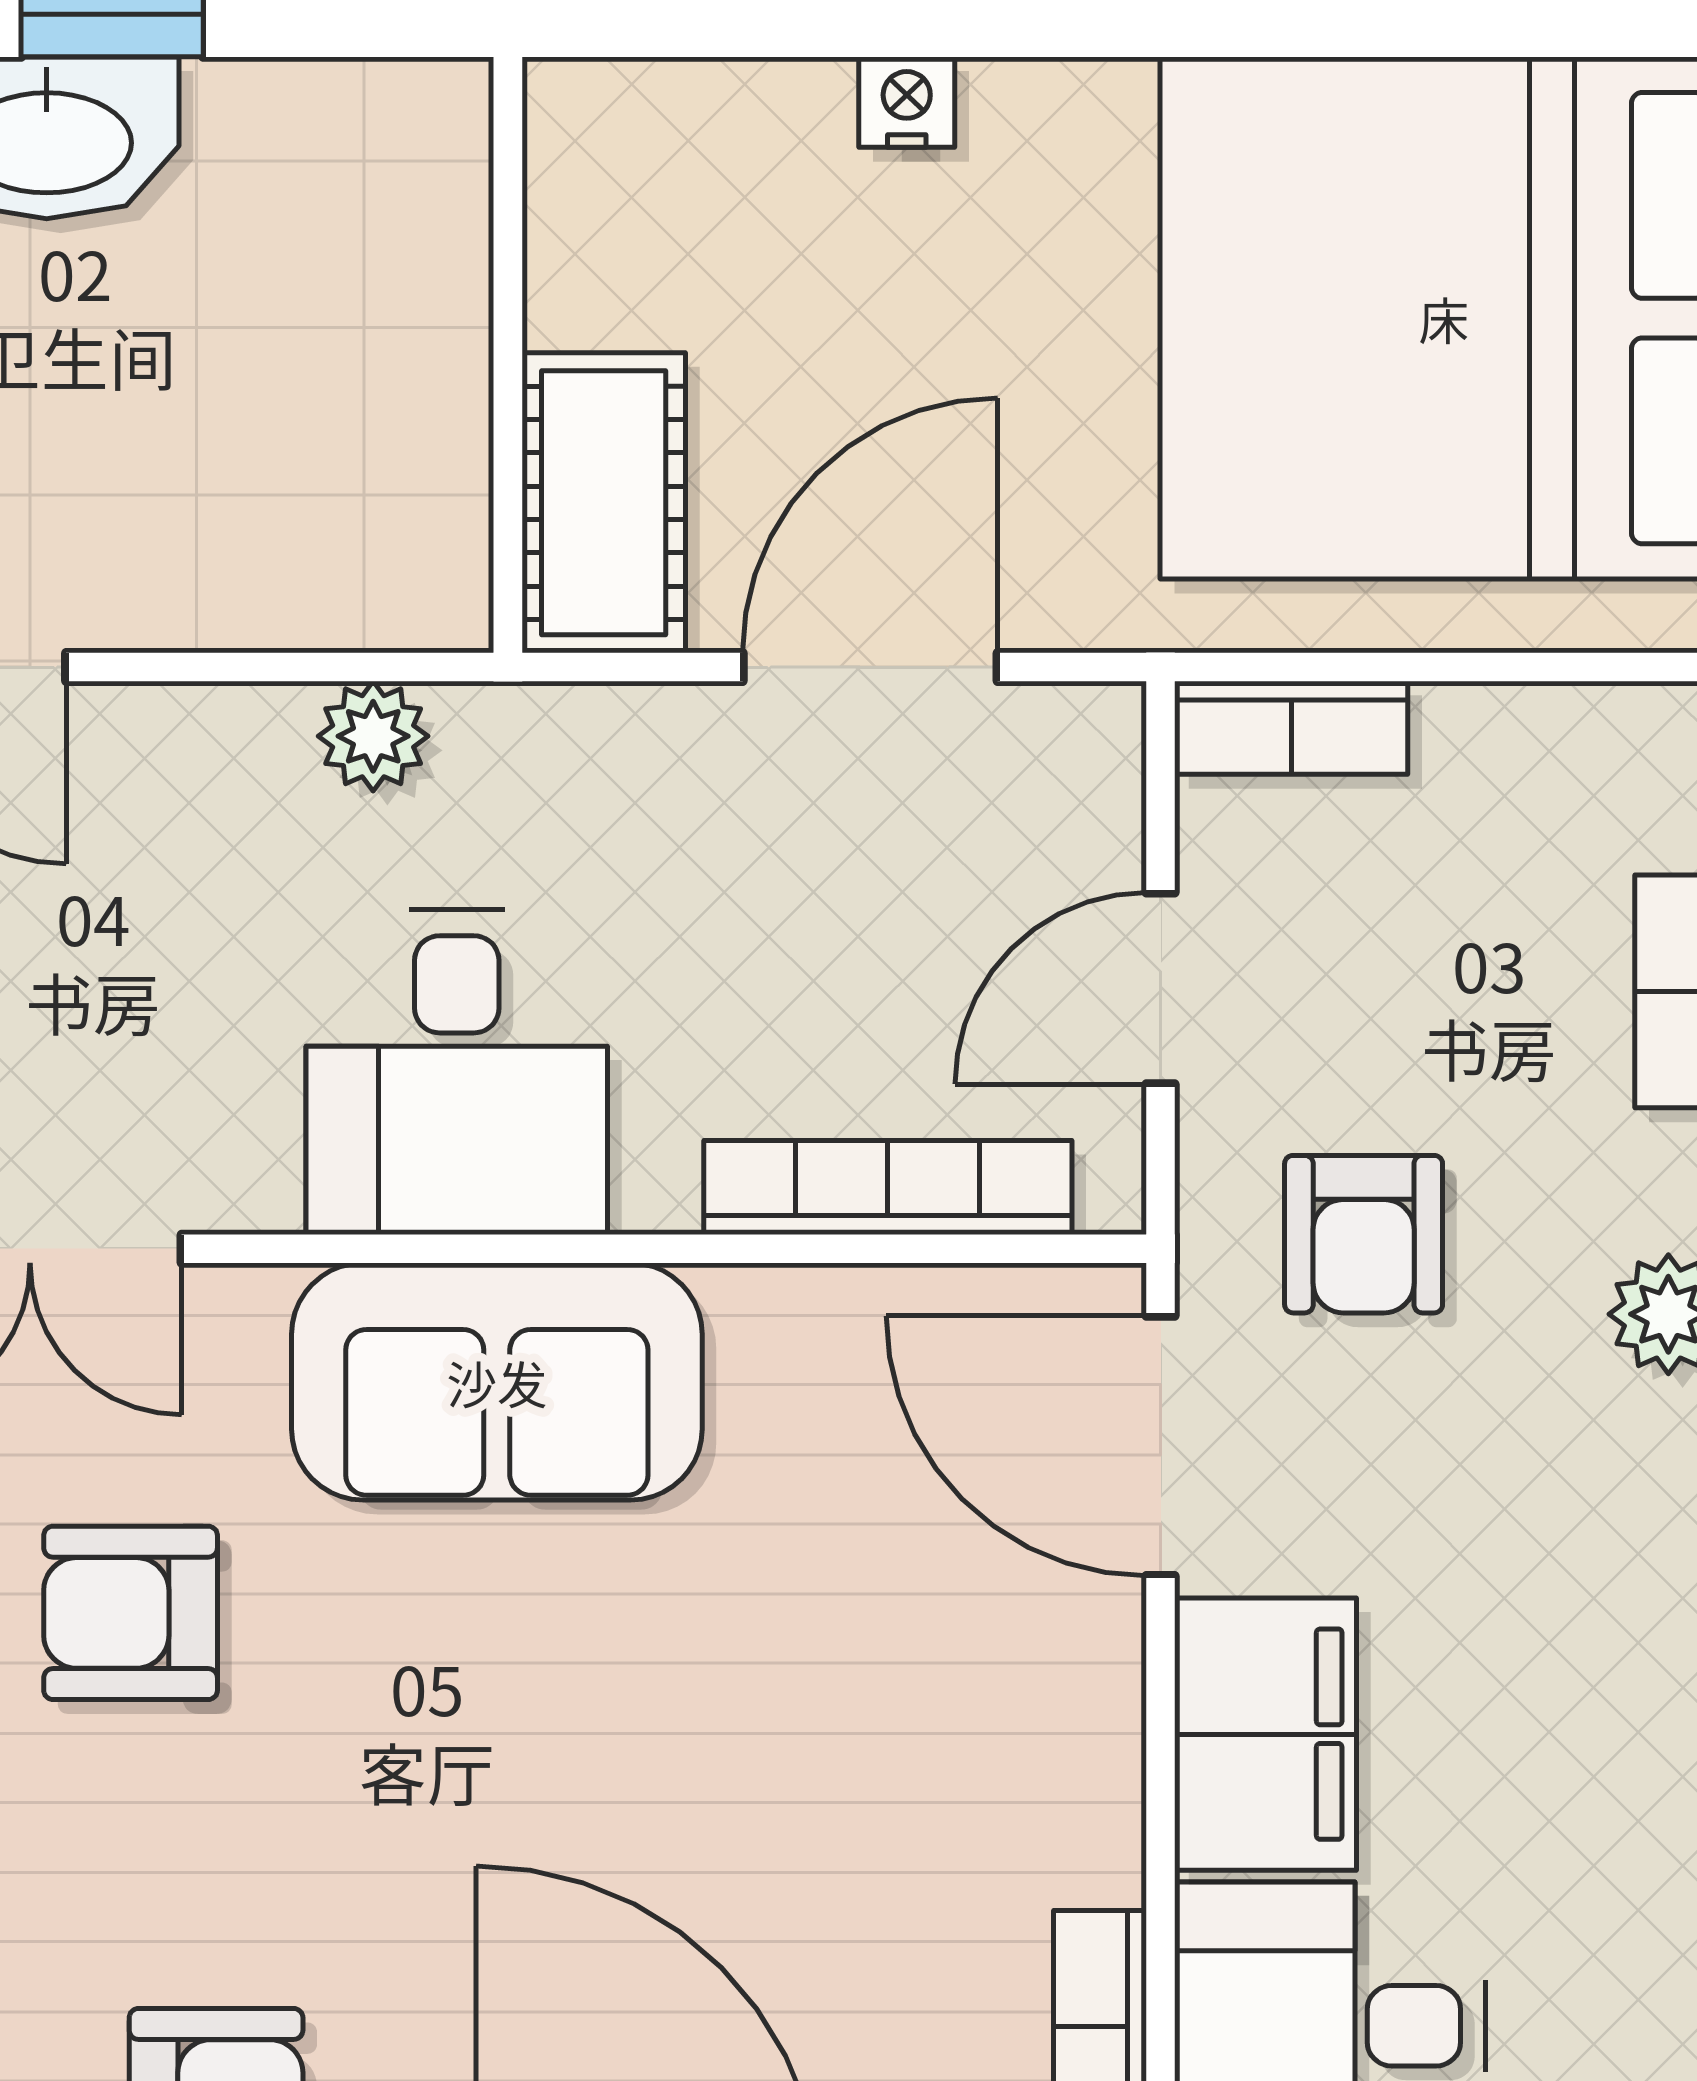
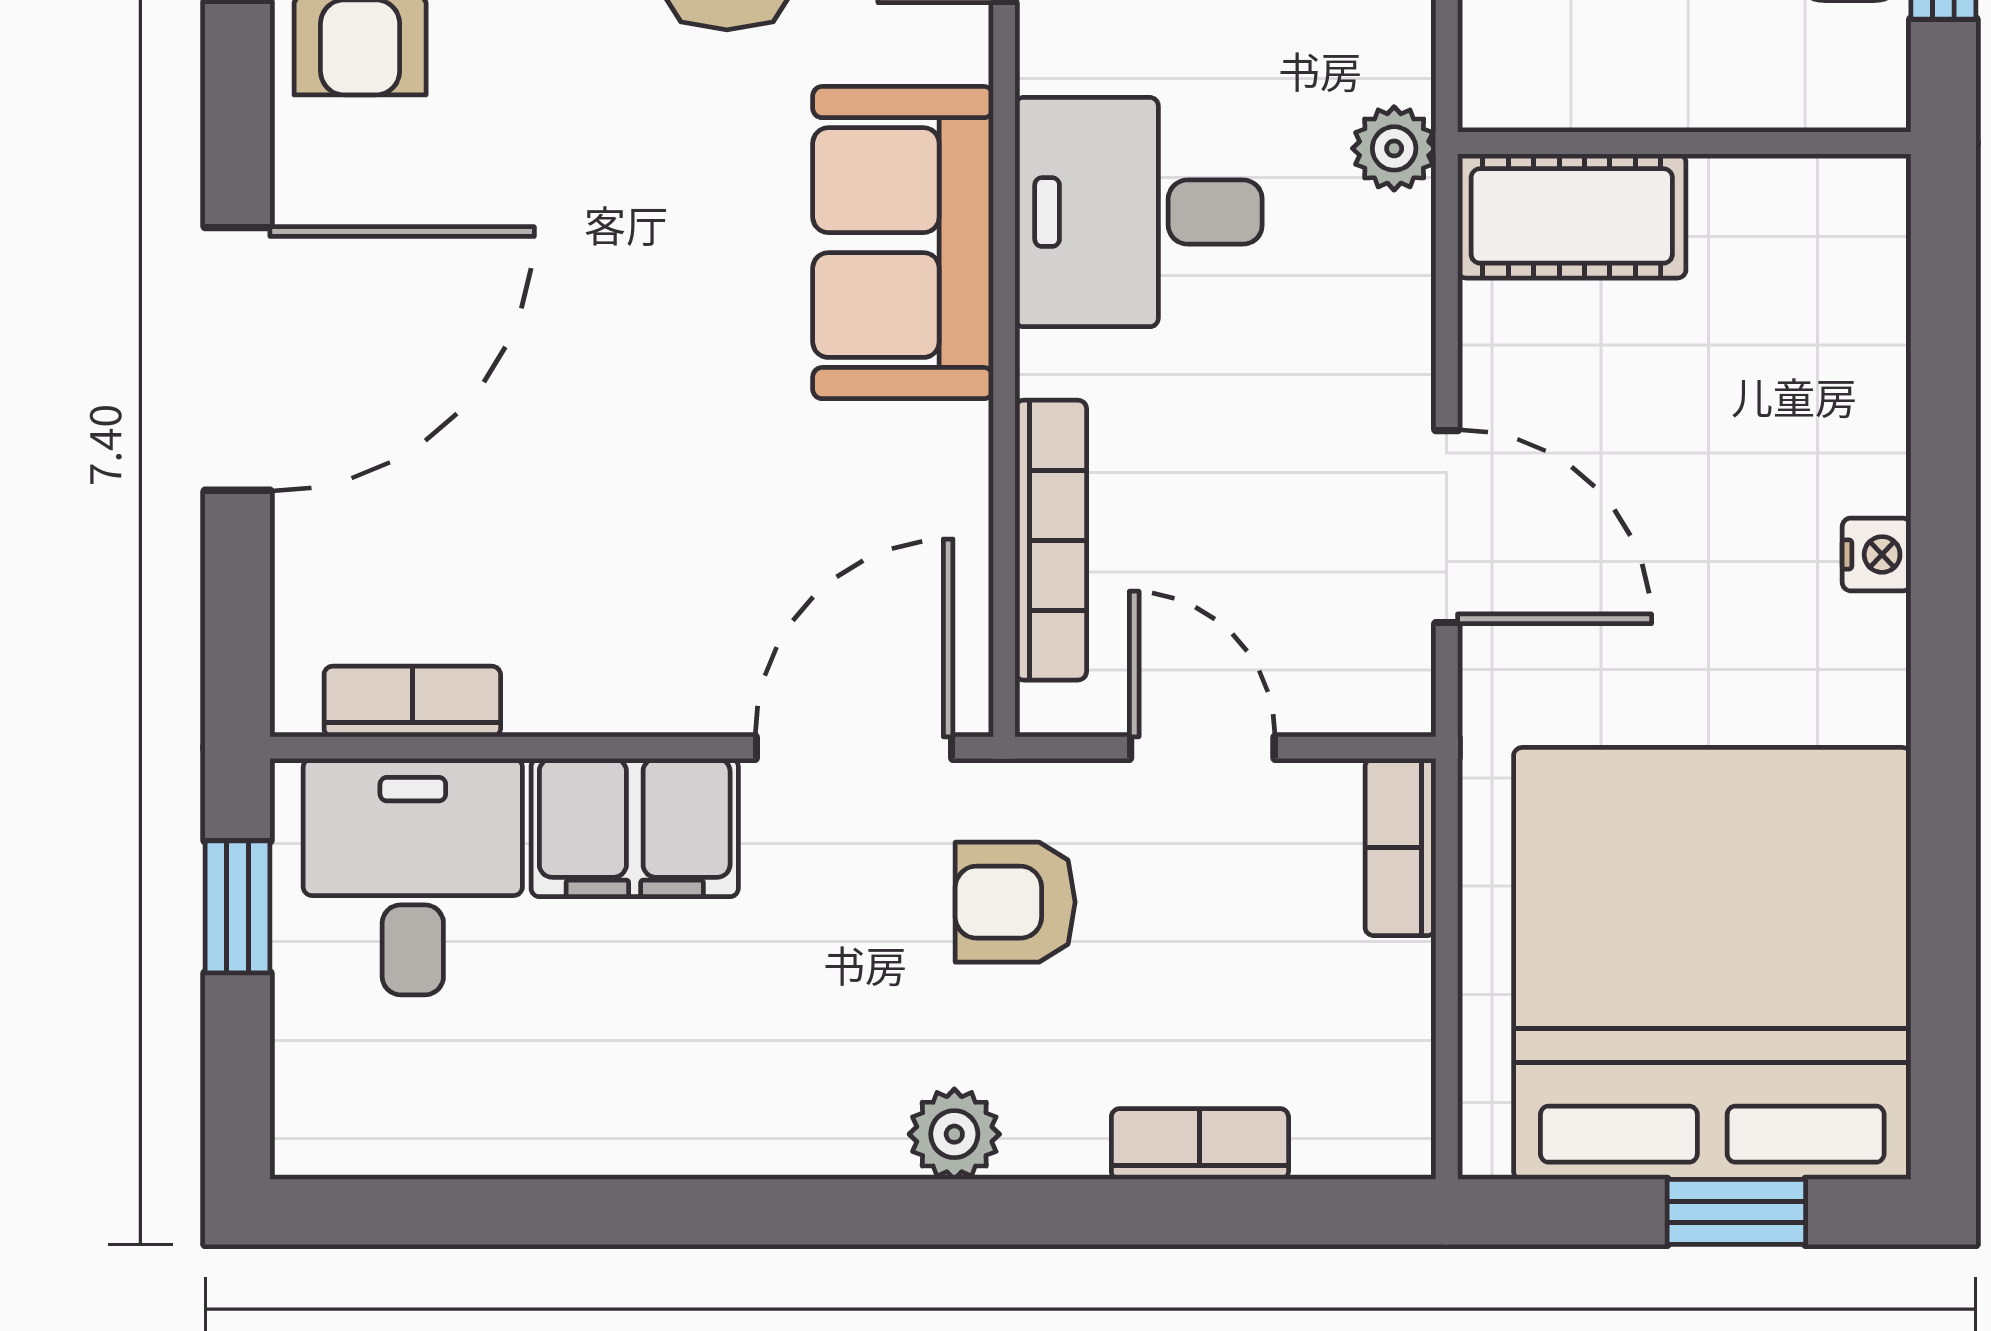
wall: (508, 355) -> (1684, 143), moved
cot: (604, 503) -> (1572, 216), moved

